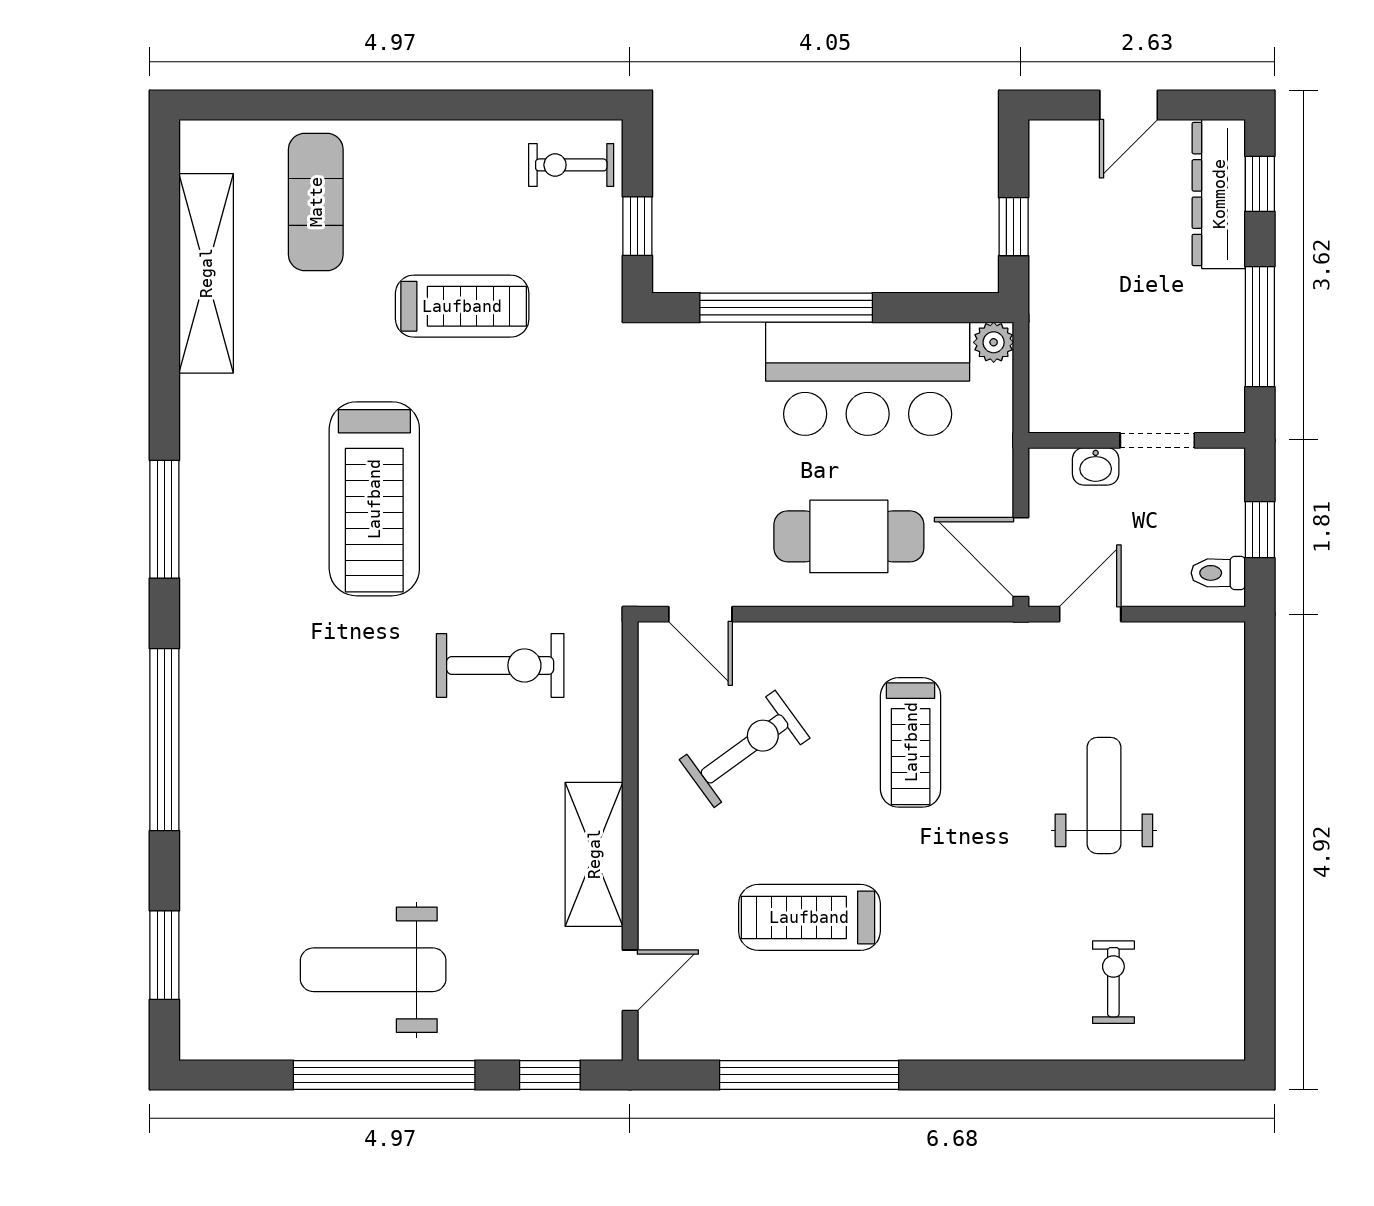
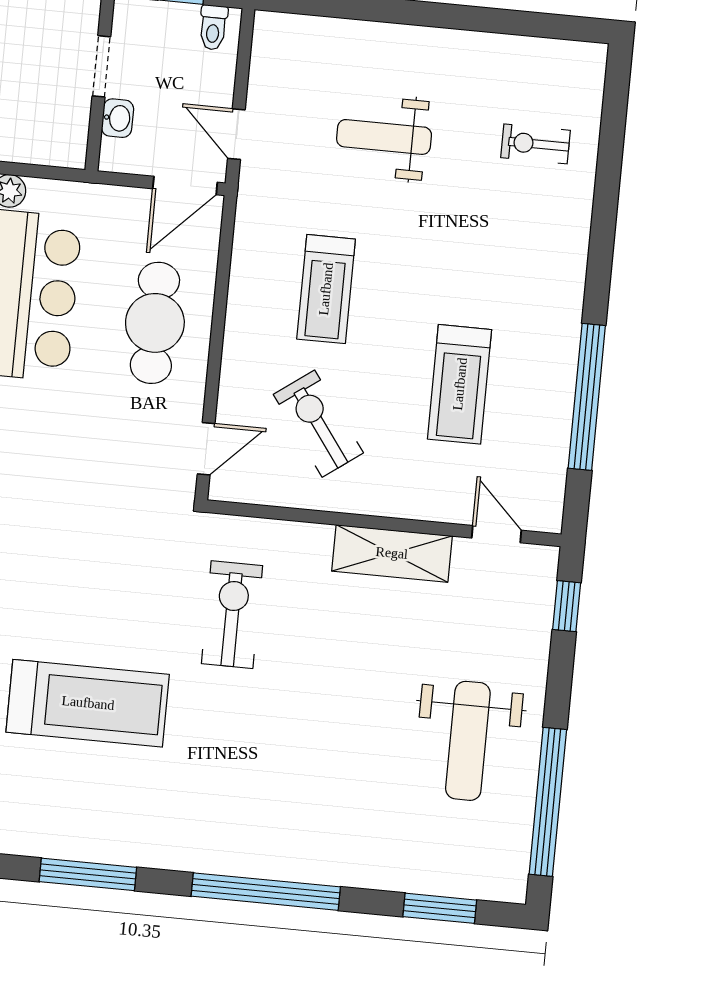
treadmill: (911, 742) -> (326, 289), turned 90
window: (384, 1075) -> (548, 802), moved

